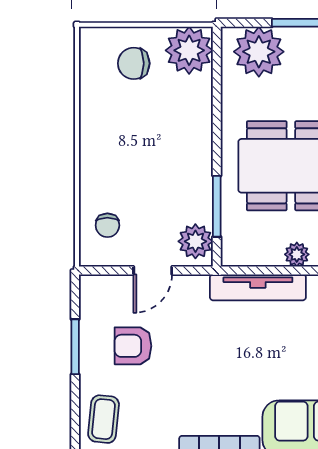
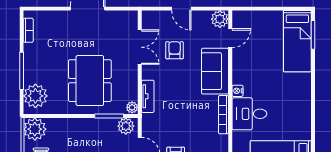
plant: (297, 254) -> (132, 107), moved
tv unit: (258, 287) -> (148, 96), width x0.71

